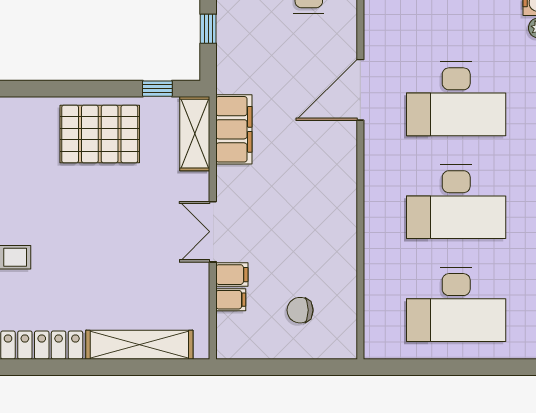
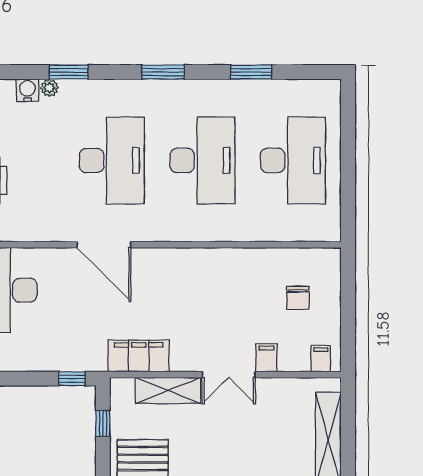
window: (208, 29) -> (72, 379), moved
shelving: (195, 134) -> (168, 390), moved
filing cabinet: (231, 300) -> (321, 359), moved

